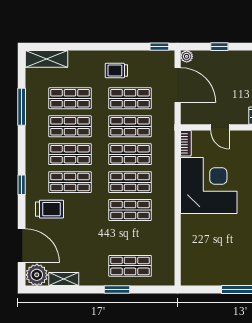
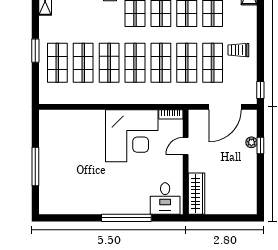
plant: (187, 56) -> (251, 142), moved
trolley: (116, 70) -> (238, 50), turned -90
shop shelf: (130, 238) -> (83, 63), added

